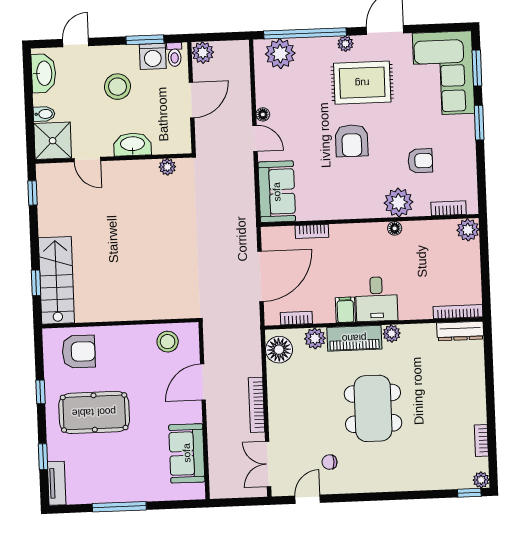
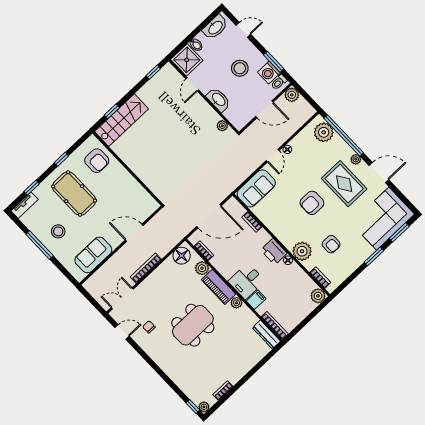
printer: (370, 236) -> (274, 252), added
filing cabinet: (345, 310) -> (256, 300), moved
stool: (168, 342) -> (58, 231), moved

